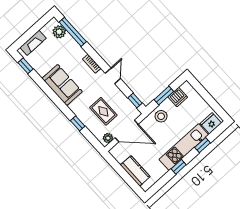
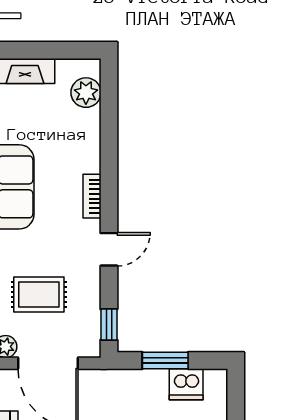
window: (73, 32) -> (109, 113), removed
rug: (103, 111) -> (39, 295), turned 90
stool: (161, 116) -> (129, 391), removed

